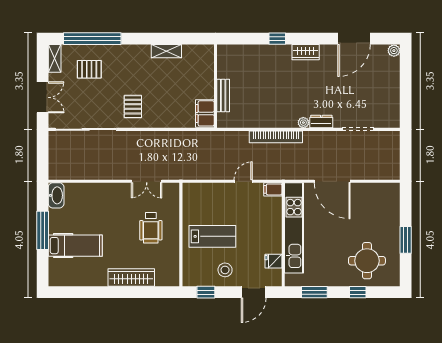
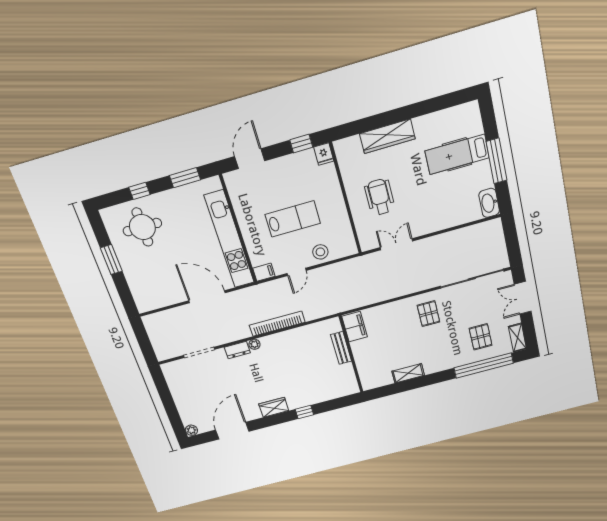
pallet: (89, 69) -> (481, 337), turned 90
lab bench: (212, 236) -> (293, 219), moved, turned 180
fridge: (273, 261) -> (324, 154), moved, turned 90
stool: (225, 270) -> (320, 252), moved

